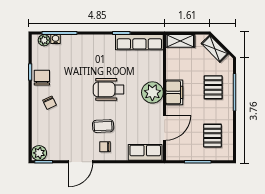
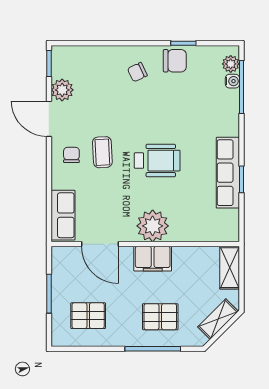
row of seats: (139, 42) -> (228, 173), moved
wheelchair: (109, 89) -> (157, 161), turned 90
plant: (39, 153) -> (62, 90), moved

